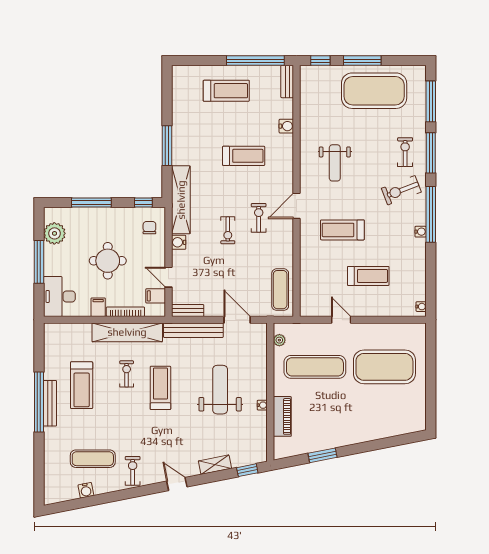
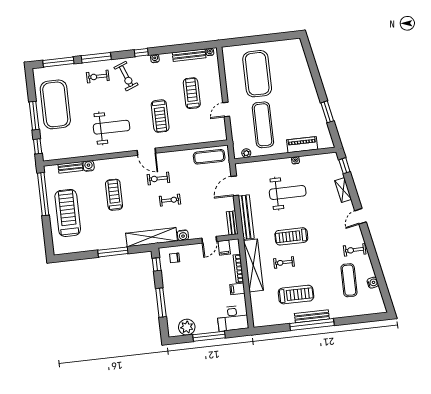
bench: (287, 81) -> (70, 167), moved
treadmill: (226, 91) -> (68, 213), width x1.37, depth x1.38
weight bench: (335, 163) -> (112, 127), width x1.36, depth x1.33
window: (431, 214) -> (141, 53), width x0.32
round table: (108, 261) -> (202, 286), removed
bench: (420, 278) -> (189, 55), added
weight bench: (220, 390) -> (288, 193), turned 180

